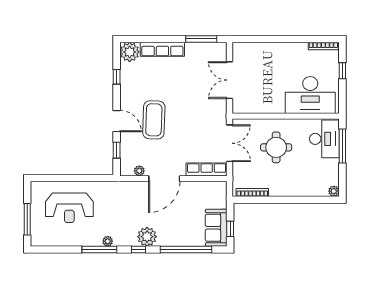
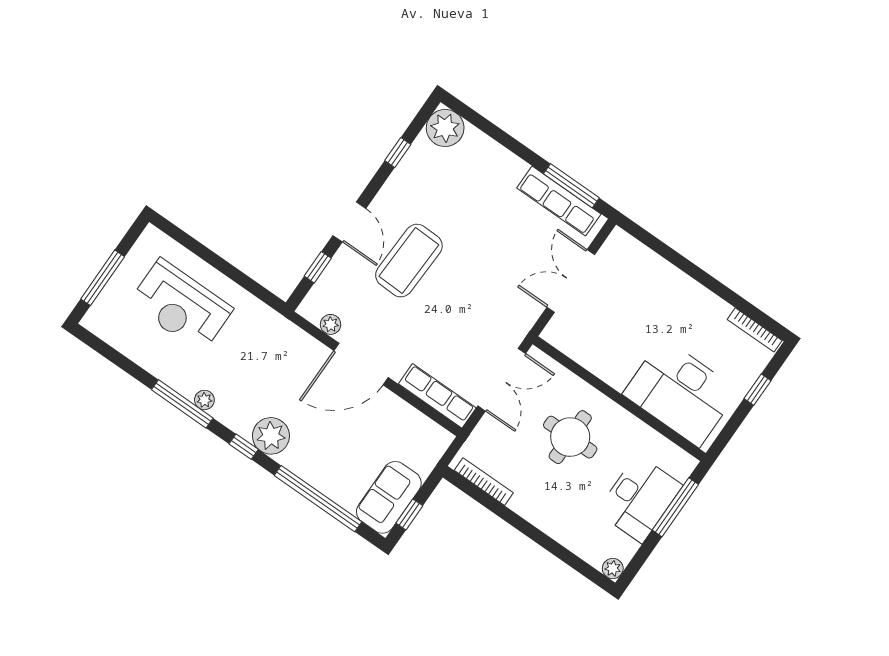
row of seats: (162, 49) -> (559, 201), moved
desk: (324, 139) -> (640, 498), moved

